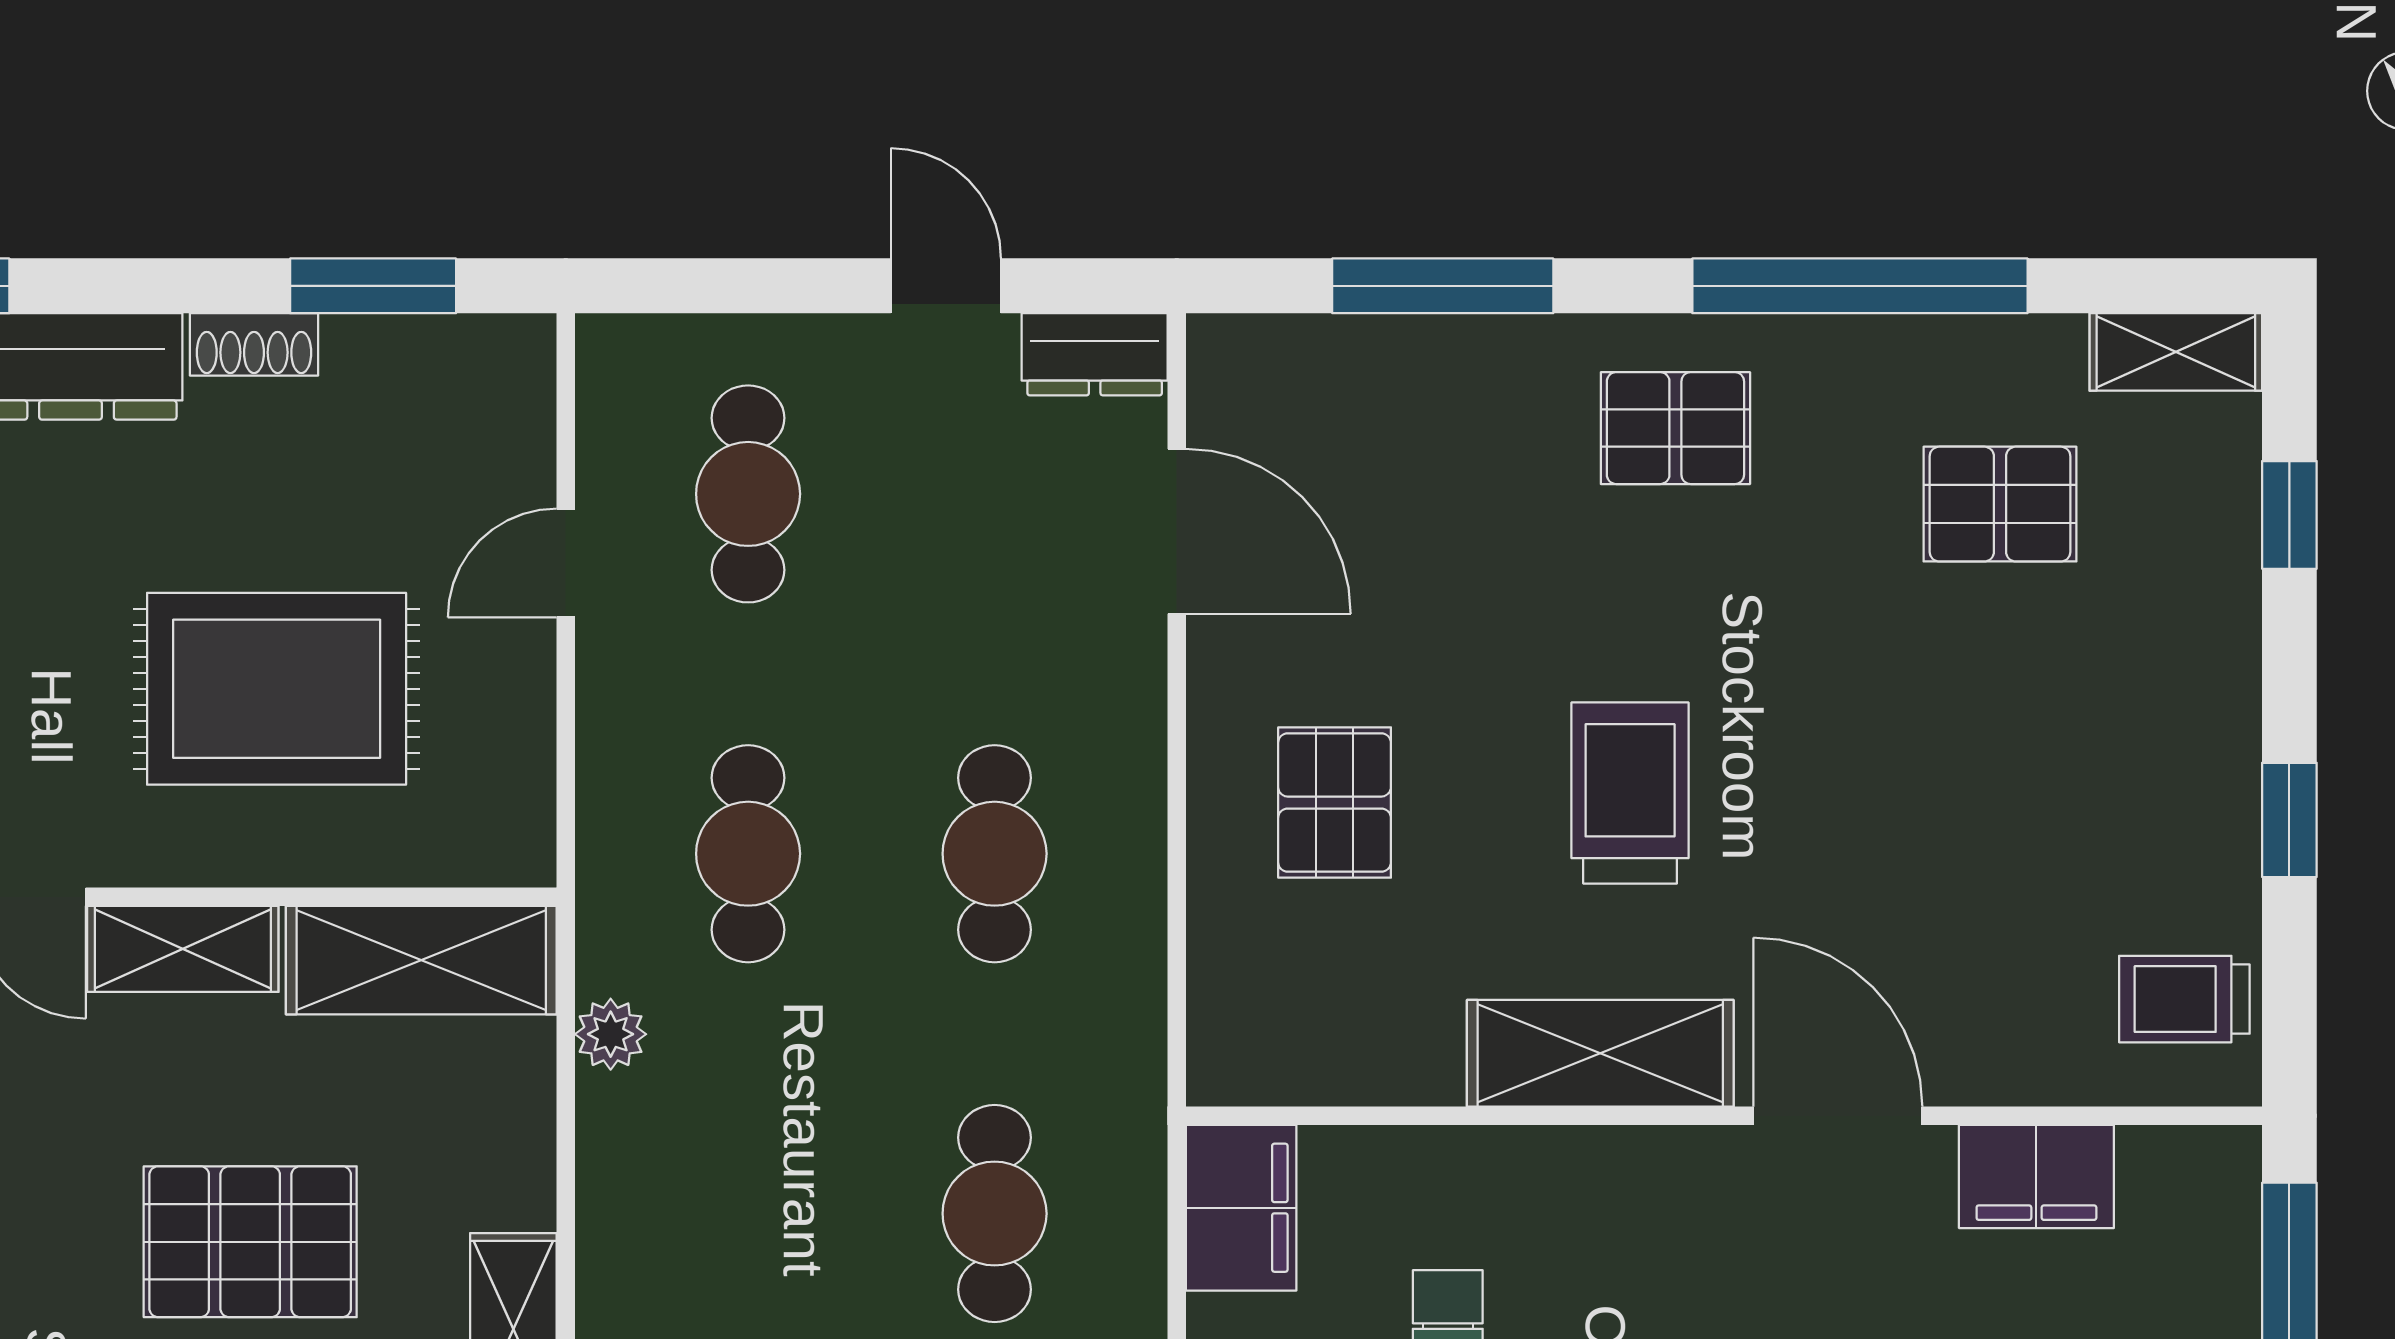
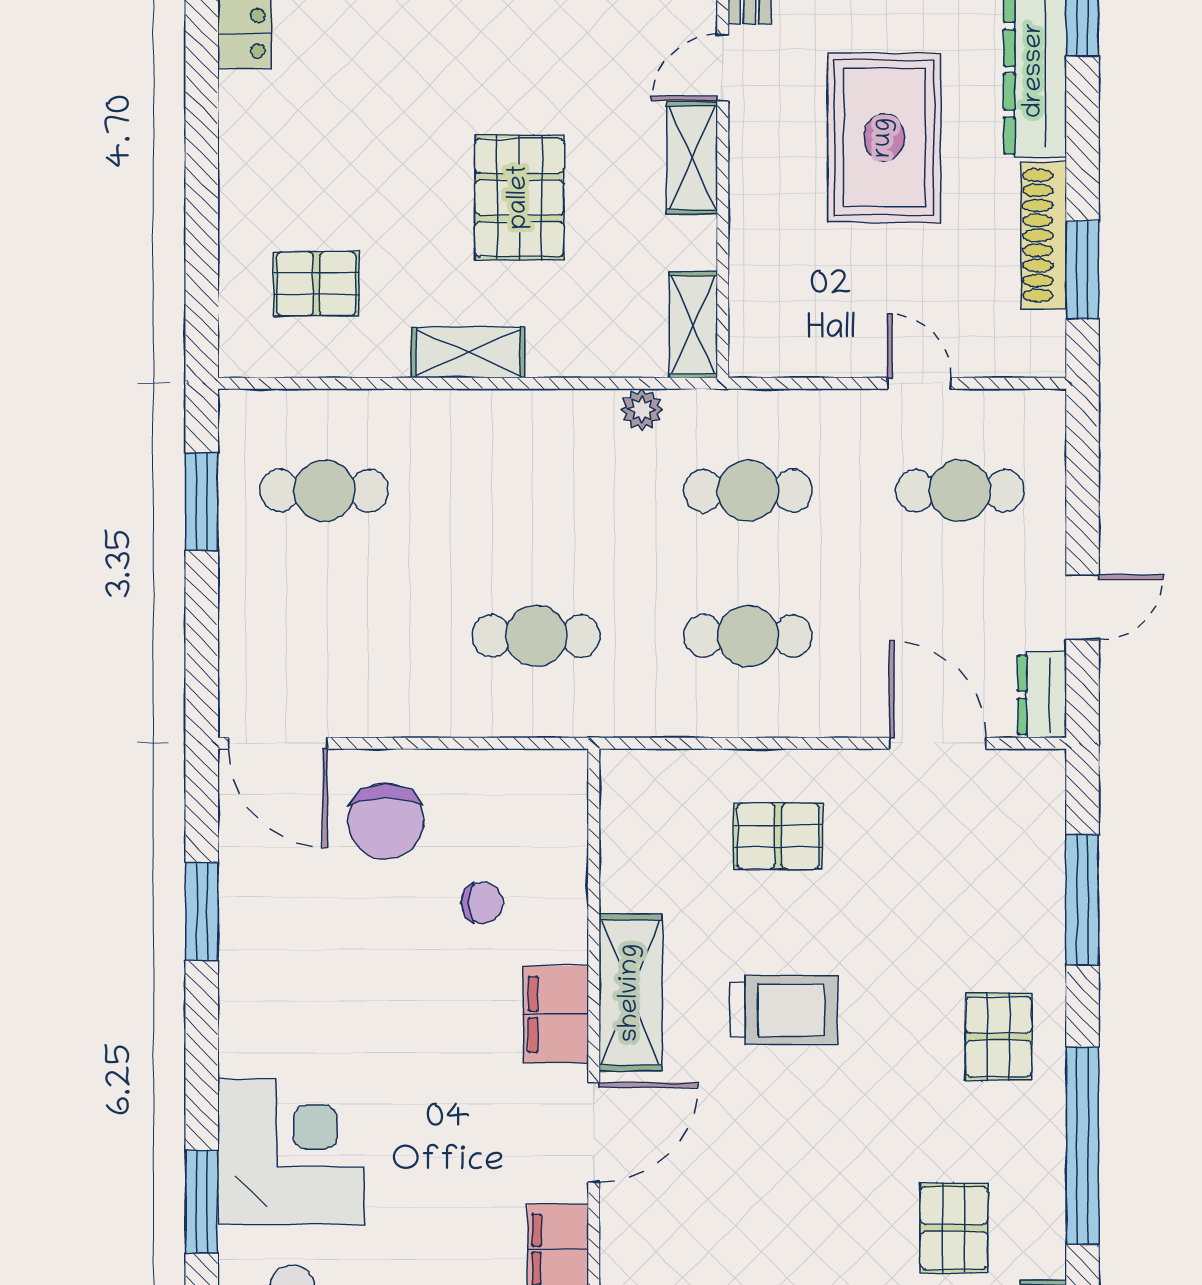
shoe rack: (254, 344) -> (1044, 235), width x1.94, depth x1.24
door: (1177, 531) -> (938, 743), swing flipped
rug: (277, 689) -> (884, 138), moved
shelving: (421, 960) -> (693, 325), width x0.67, depth x0.75
filing cabinet: (1241, 1208) -> (556, 1014), moved, turned 90

